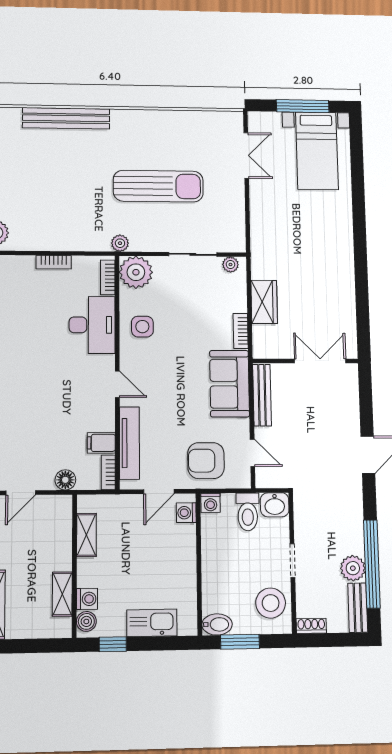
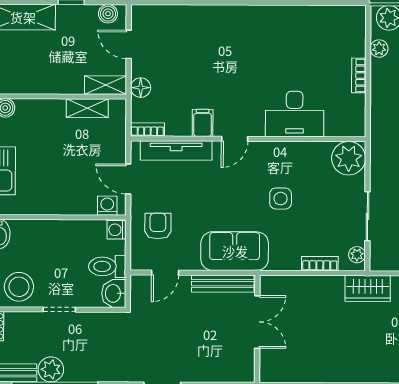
plant: (120, 243) -> (379, 49), moved
bookcase: (108, 277) -> (343, 130), removed
wardrobe: (264, 302) -> (368, 288), moved
side table: (142, 327) -> (281, 199), moved
bookcase: (241, 331) -> (320, 264), moved
double door: (320, 361) -> (257, 322), moved
filing cabinet: (101, 443) -> (203, 123), moved
armchair: (206, 461) -> (158, 226), width x0.72, depth x0.72
shelving: (62, 594) -> (105, 85), moved
washing machine: (87, 599) -> (26, 109), removed

